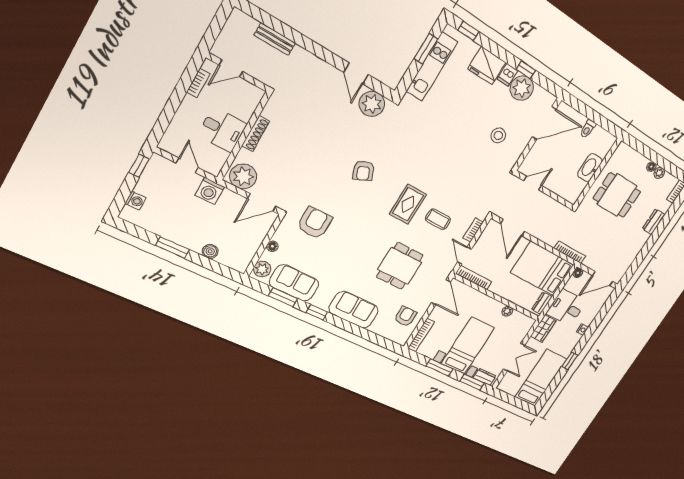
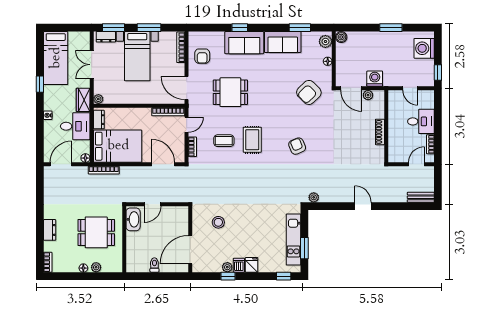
bench: (275, 39) -> (421, 197), moved
fridge: (487, 66) -> (252, 265), width x0.53, depth x0.75
door: (356, 73) -> (363, 206), moved
plant: (522, 88) -> (227, 267), width x0.53, depth x0.53
plant: (372, 104) -> (314, 197), width x0.53, depth x0.53
desk: (222, 130) -> (421, 121), moved, turned 180
washbasin: (590, 168) -> (133, 219), moved
plant: (659, 173) -> (96, 267), moved
plant: (243, 176) -> (368, 95), width x0.53, depth x0.53
door: (533, 183) -> (153, 204), moved
washing machine: (210, 191) -> (375, 79), moved
washing machine: (135, 201) -> (424, 48), width x1.89, depth x1.89
door: (262, 203) -> (351, 88), swing flipped
armchair: (315, 223) -> (309, 92), turned 46
boiler: (210, 251) -> (341, 37), moved
door: (465, 256) -> (187, 125), hinge flipped
dining table: (400, 266) -> (230, 92), turned 90
sofa: (294, 283) -> (283, 42), moved
plant: (507, 311) -> (98, 99), moved
window: (317, 312) -> (240, 28), moved

